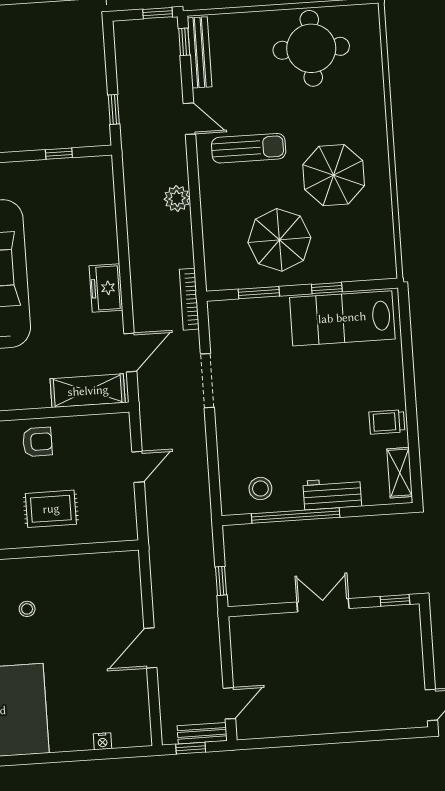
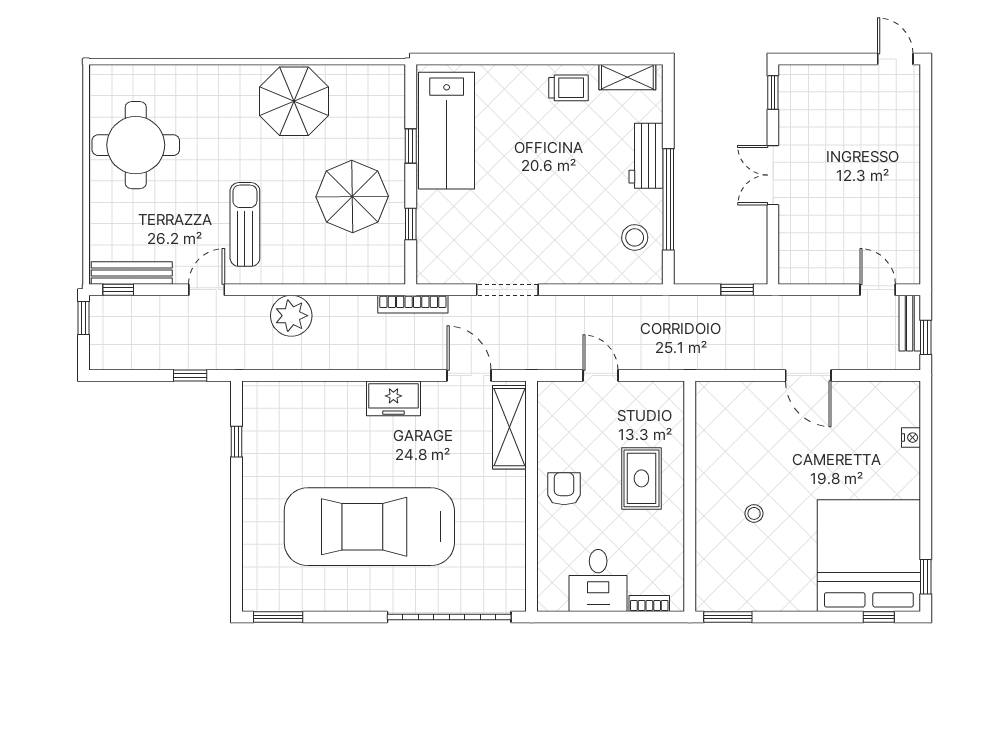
parasol: (334, 175) -> (294, 101), moved
plant: (177, 198) -> (291, 316), width x1.36, depth x1.36
window: (259, 293) -> (411, 224), width x0.67
trolley: (387, 422) -> (568, 88), turned -90

